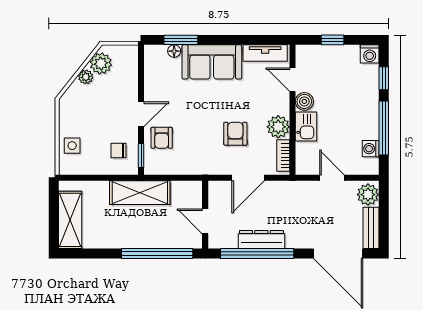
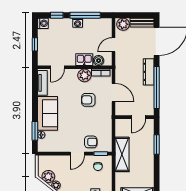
boiler: (304, 101) -> (99, 61), moved
door: (141, 114) -> (77, 154), swing flipped
washing machine: (371, 149) -> (78, 23), moved
dresser: (261, 239) -> (149, 72), moved
window: (157, 253) -> (157, 144), width x0.47

